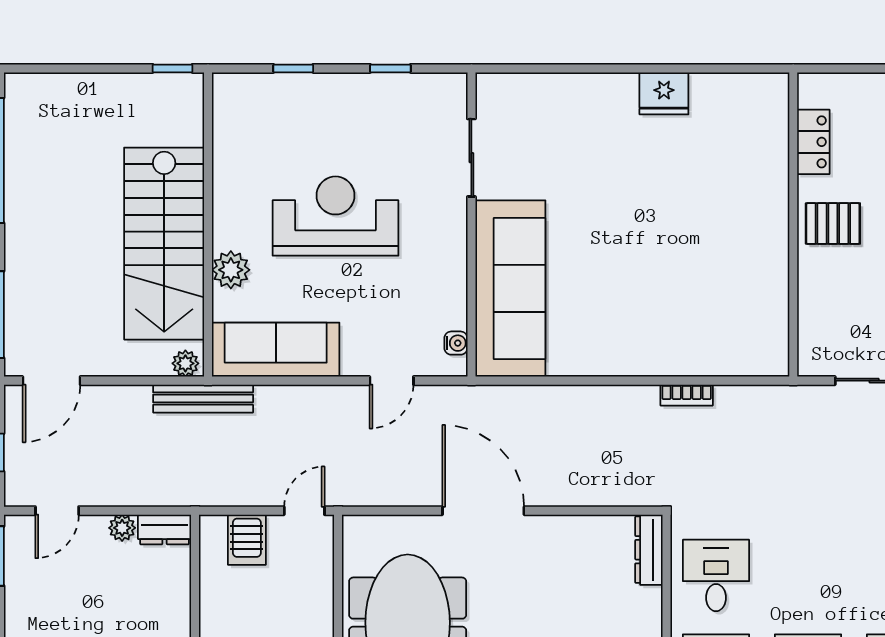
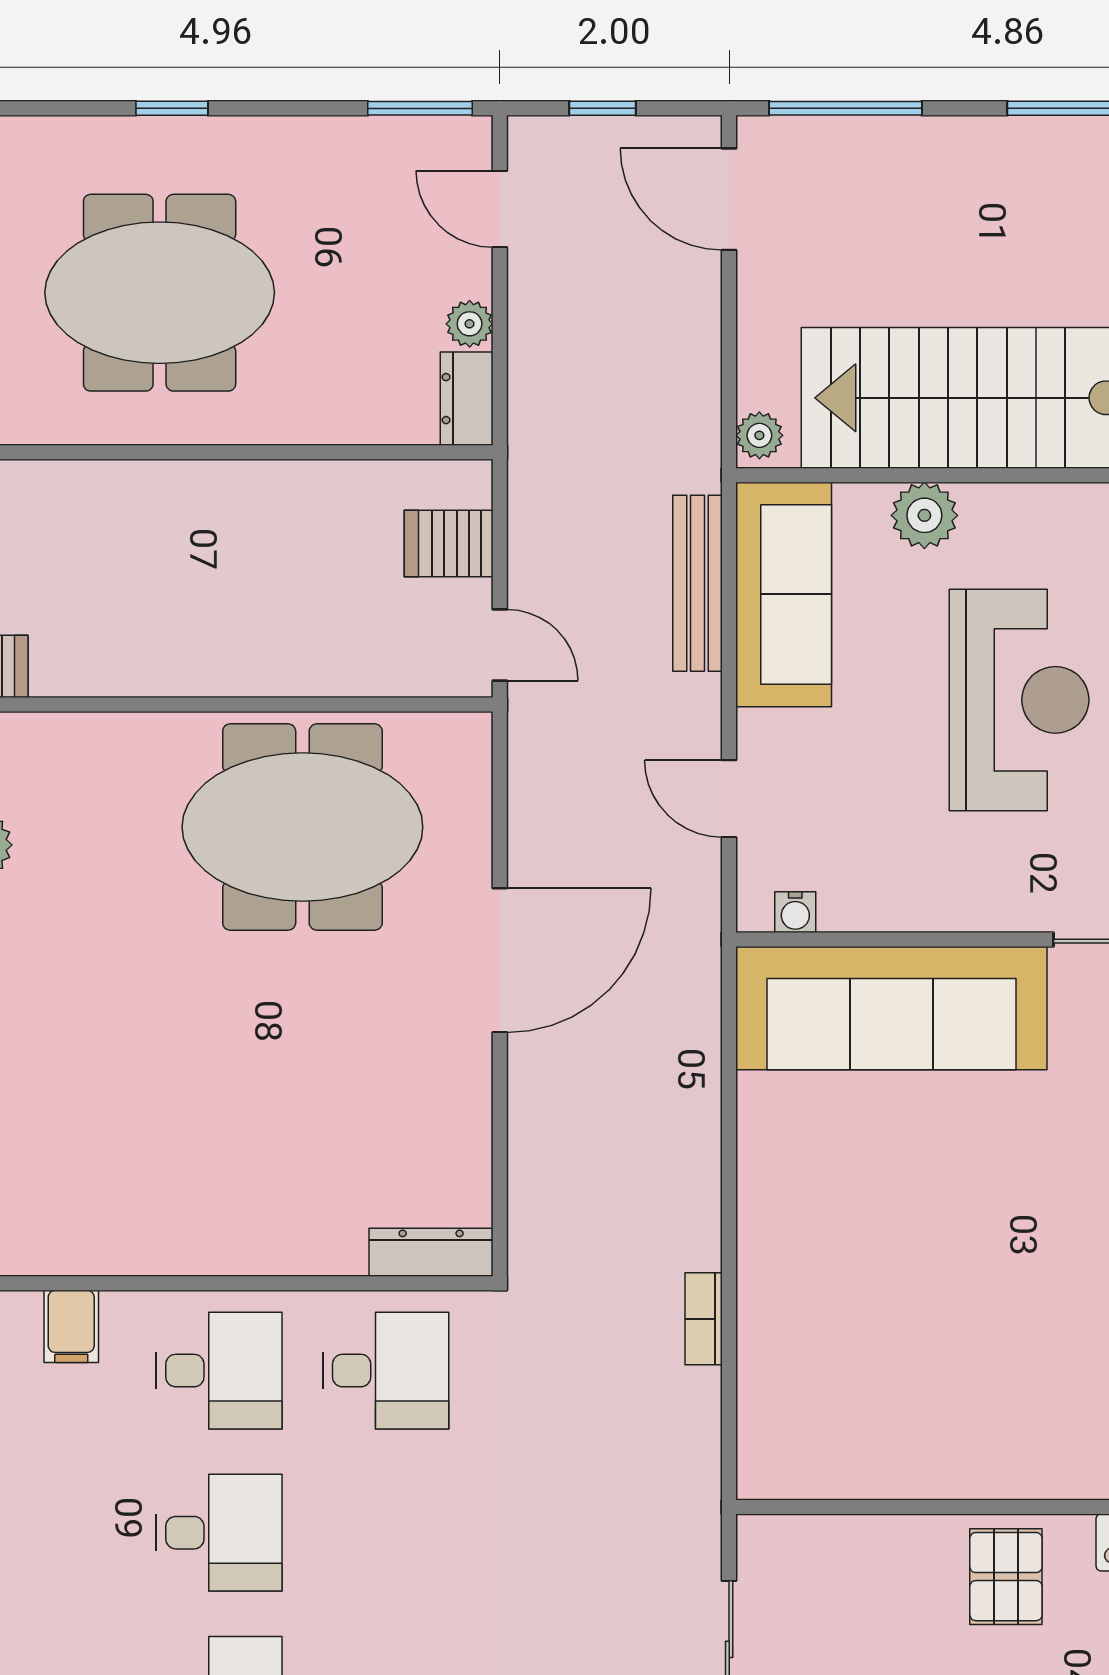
bench: (203, 399) -> (697, 583), moved

